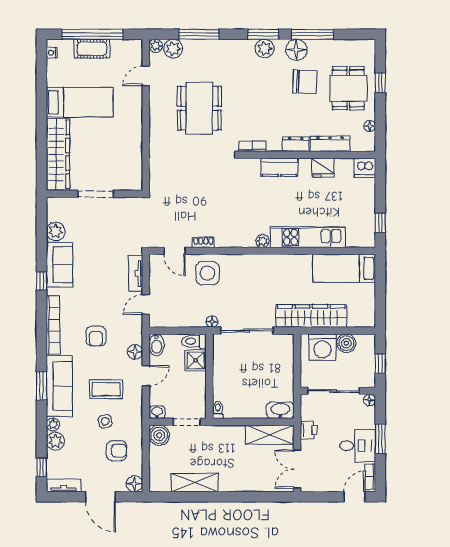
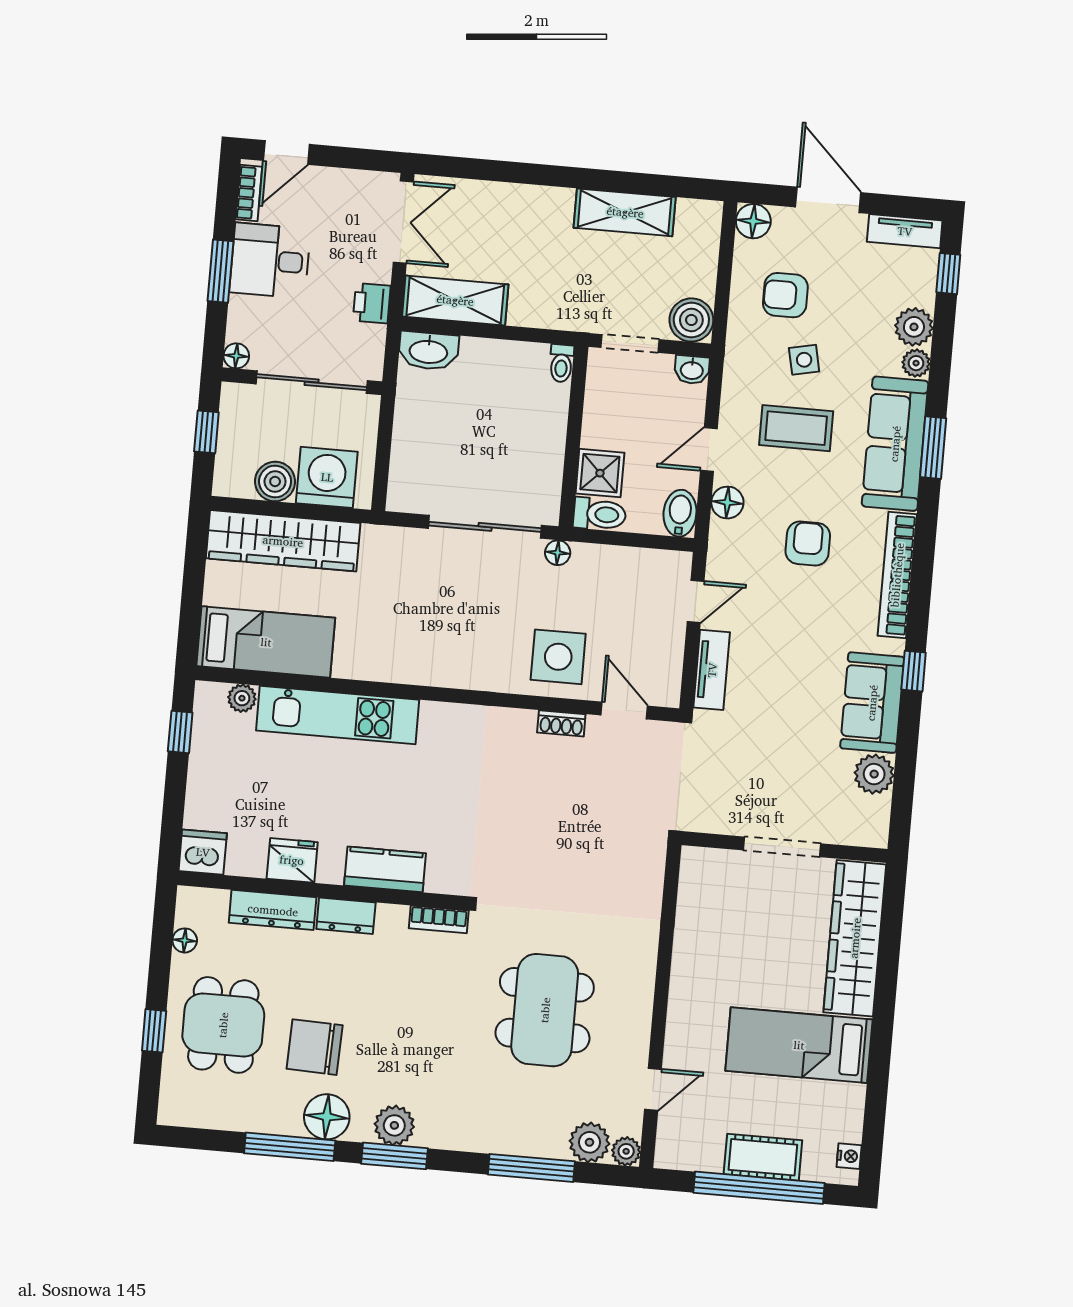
plant: (262, 241) -> (242, 698), moved
wardrobe: (311, 316) -> (283, 541), moved

